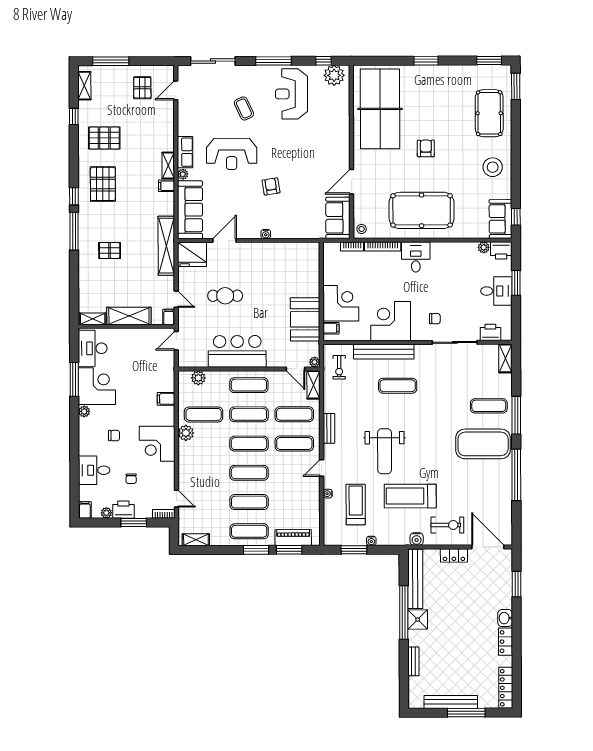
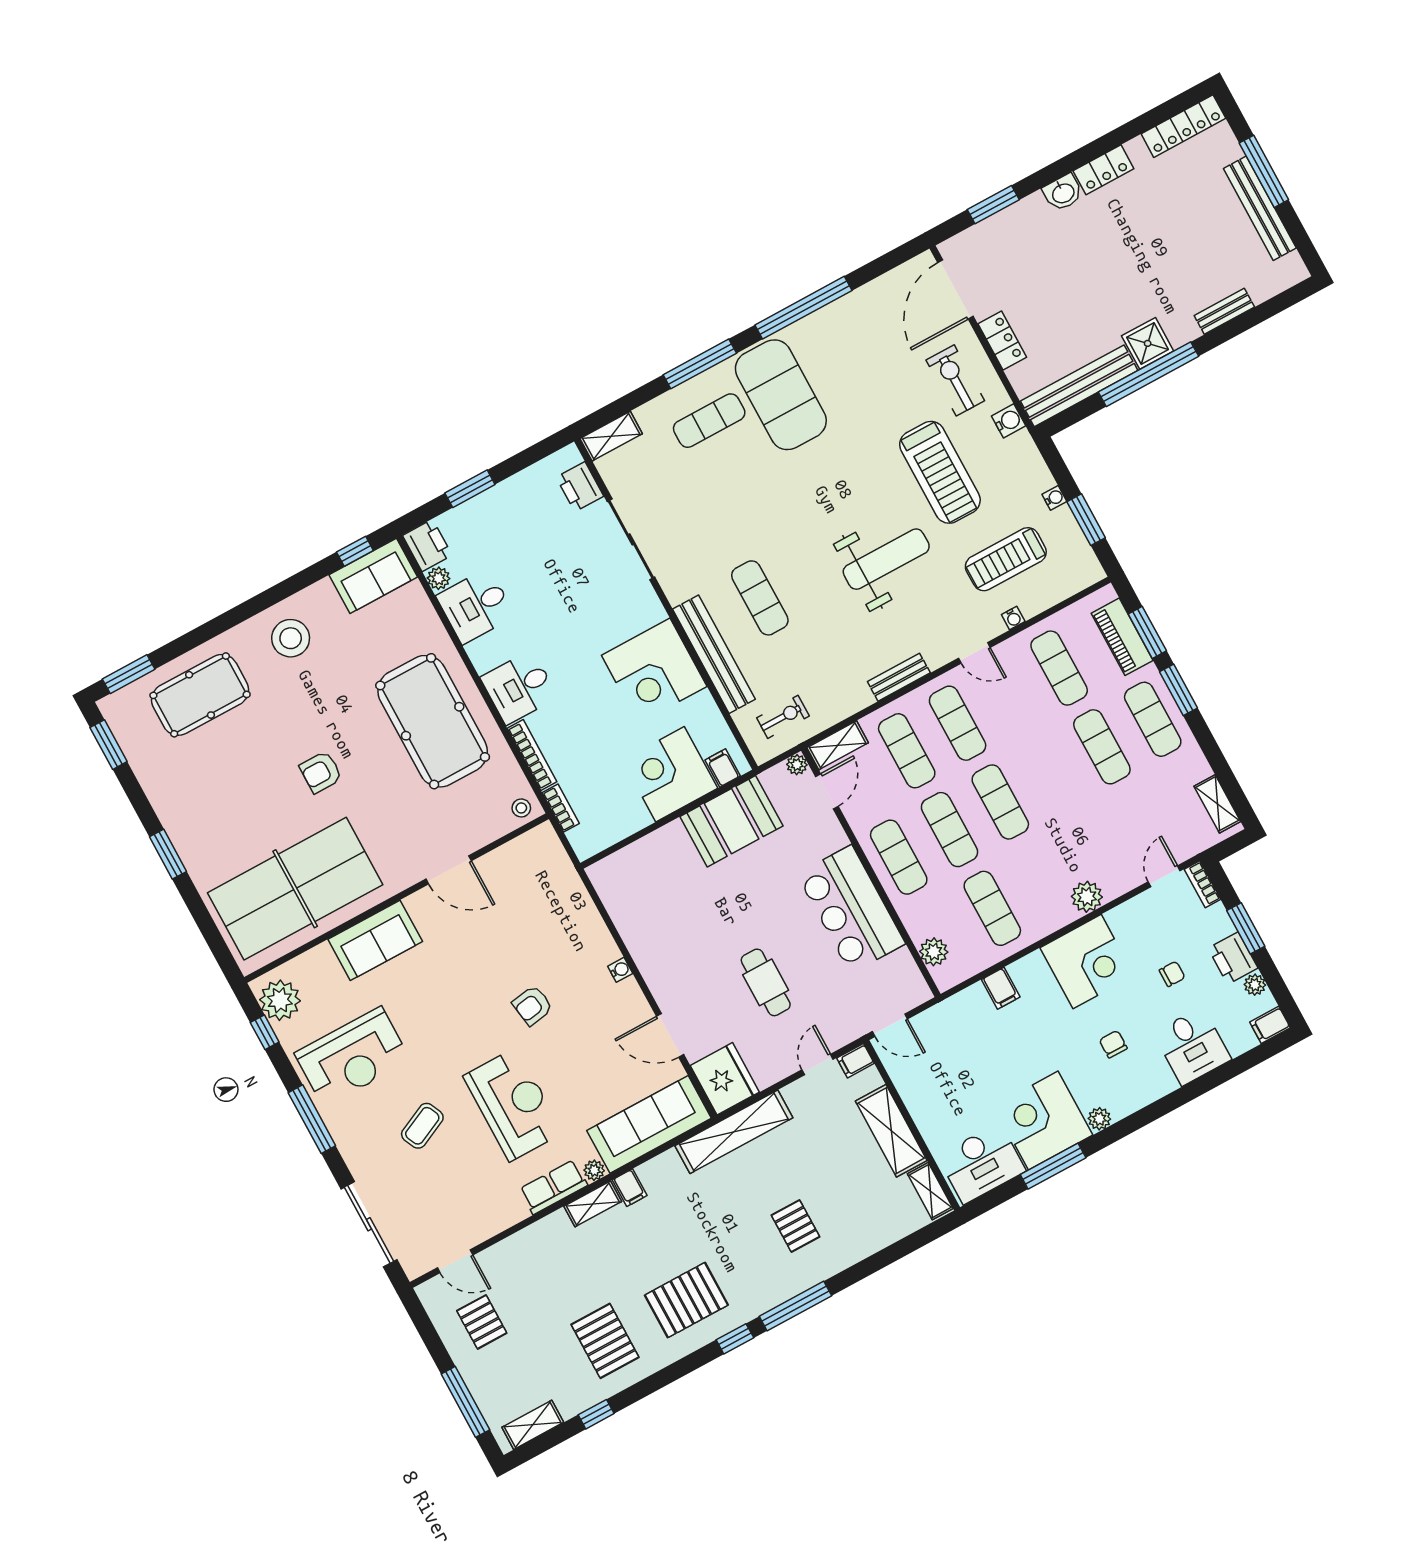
pallet: (142, 88) -> (482, 1322), turned 90
sofa: (338, 218) -> (375, 940), moved
desk: (496, 291) -> (476, 606), moved, turned -90
chair: (435, 319) -> (608, 596), removed
exercise mat: (489, 406) -> (709, 421), turned 90
plant: (186, 433) -> (1087, 897), moved
exercise mat: (249, 473) -> (1059, 668), moved

